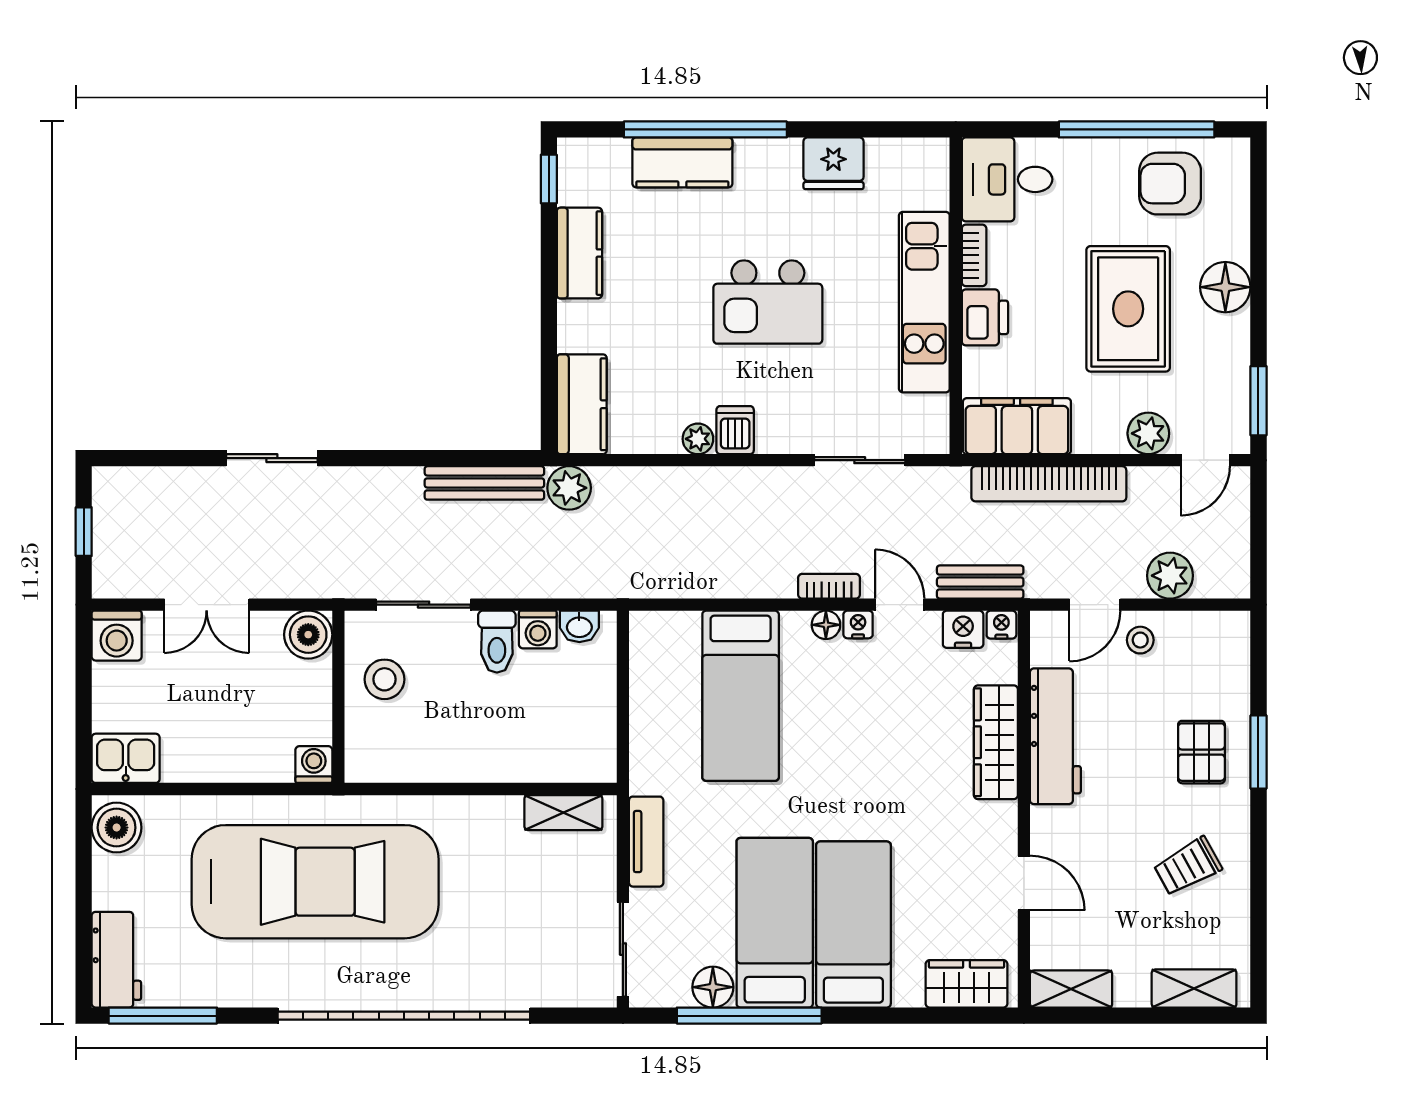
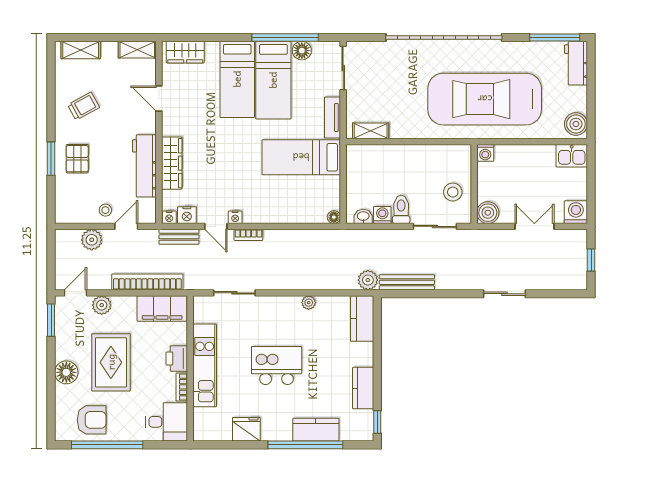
dishwasher: (735, 430) -> (292, 307), removed
floor lamp: (826, 625) -> (334, 217), moved
bed: (741, 696) -> (301, 157), moved, turned -90

